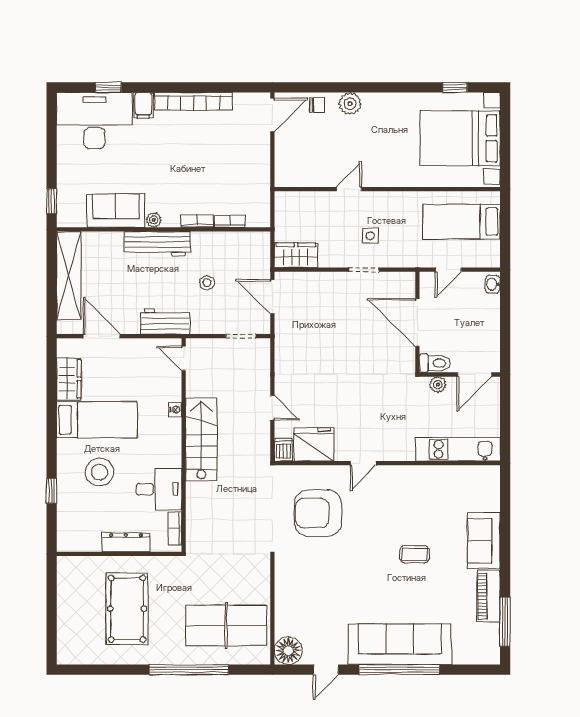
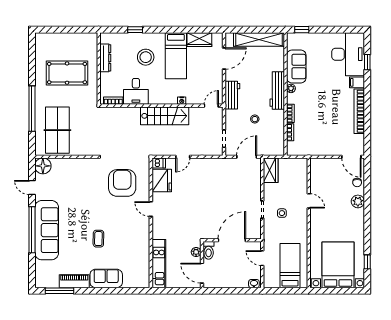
dresser: (126, 542) -> (105, 58), moved

